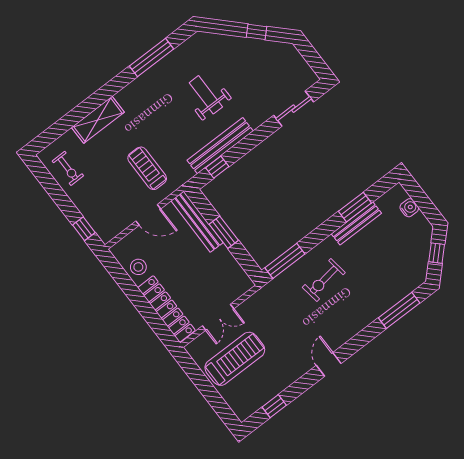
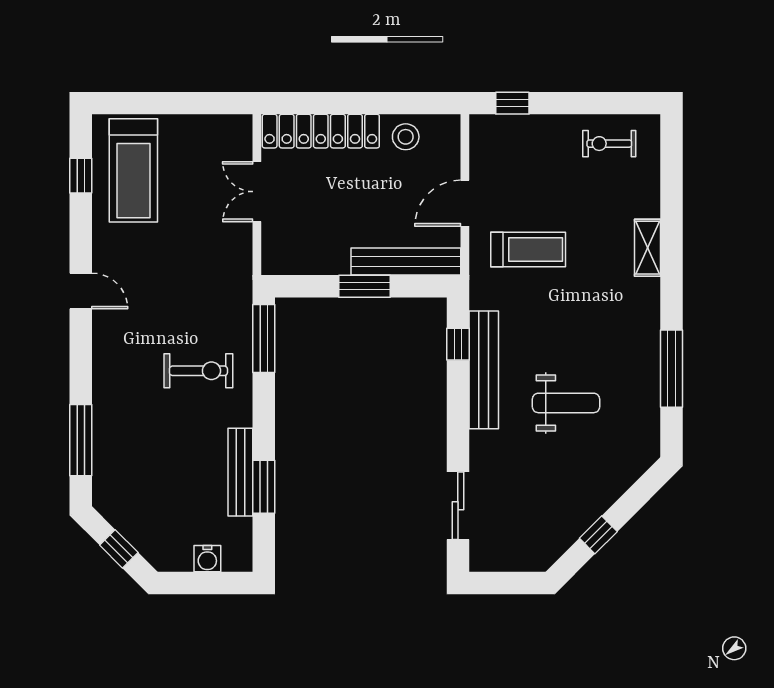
shelving: (98, 120) -> (648, 248), width x0.67, depth x0.75
exercise bike: (324, 280) -> (198, 371), turned 98
treadmill: (235, 359) -> (133, 170), moved

